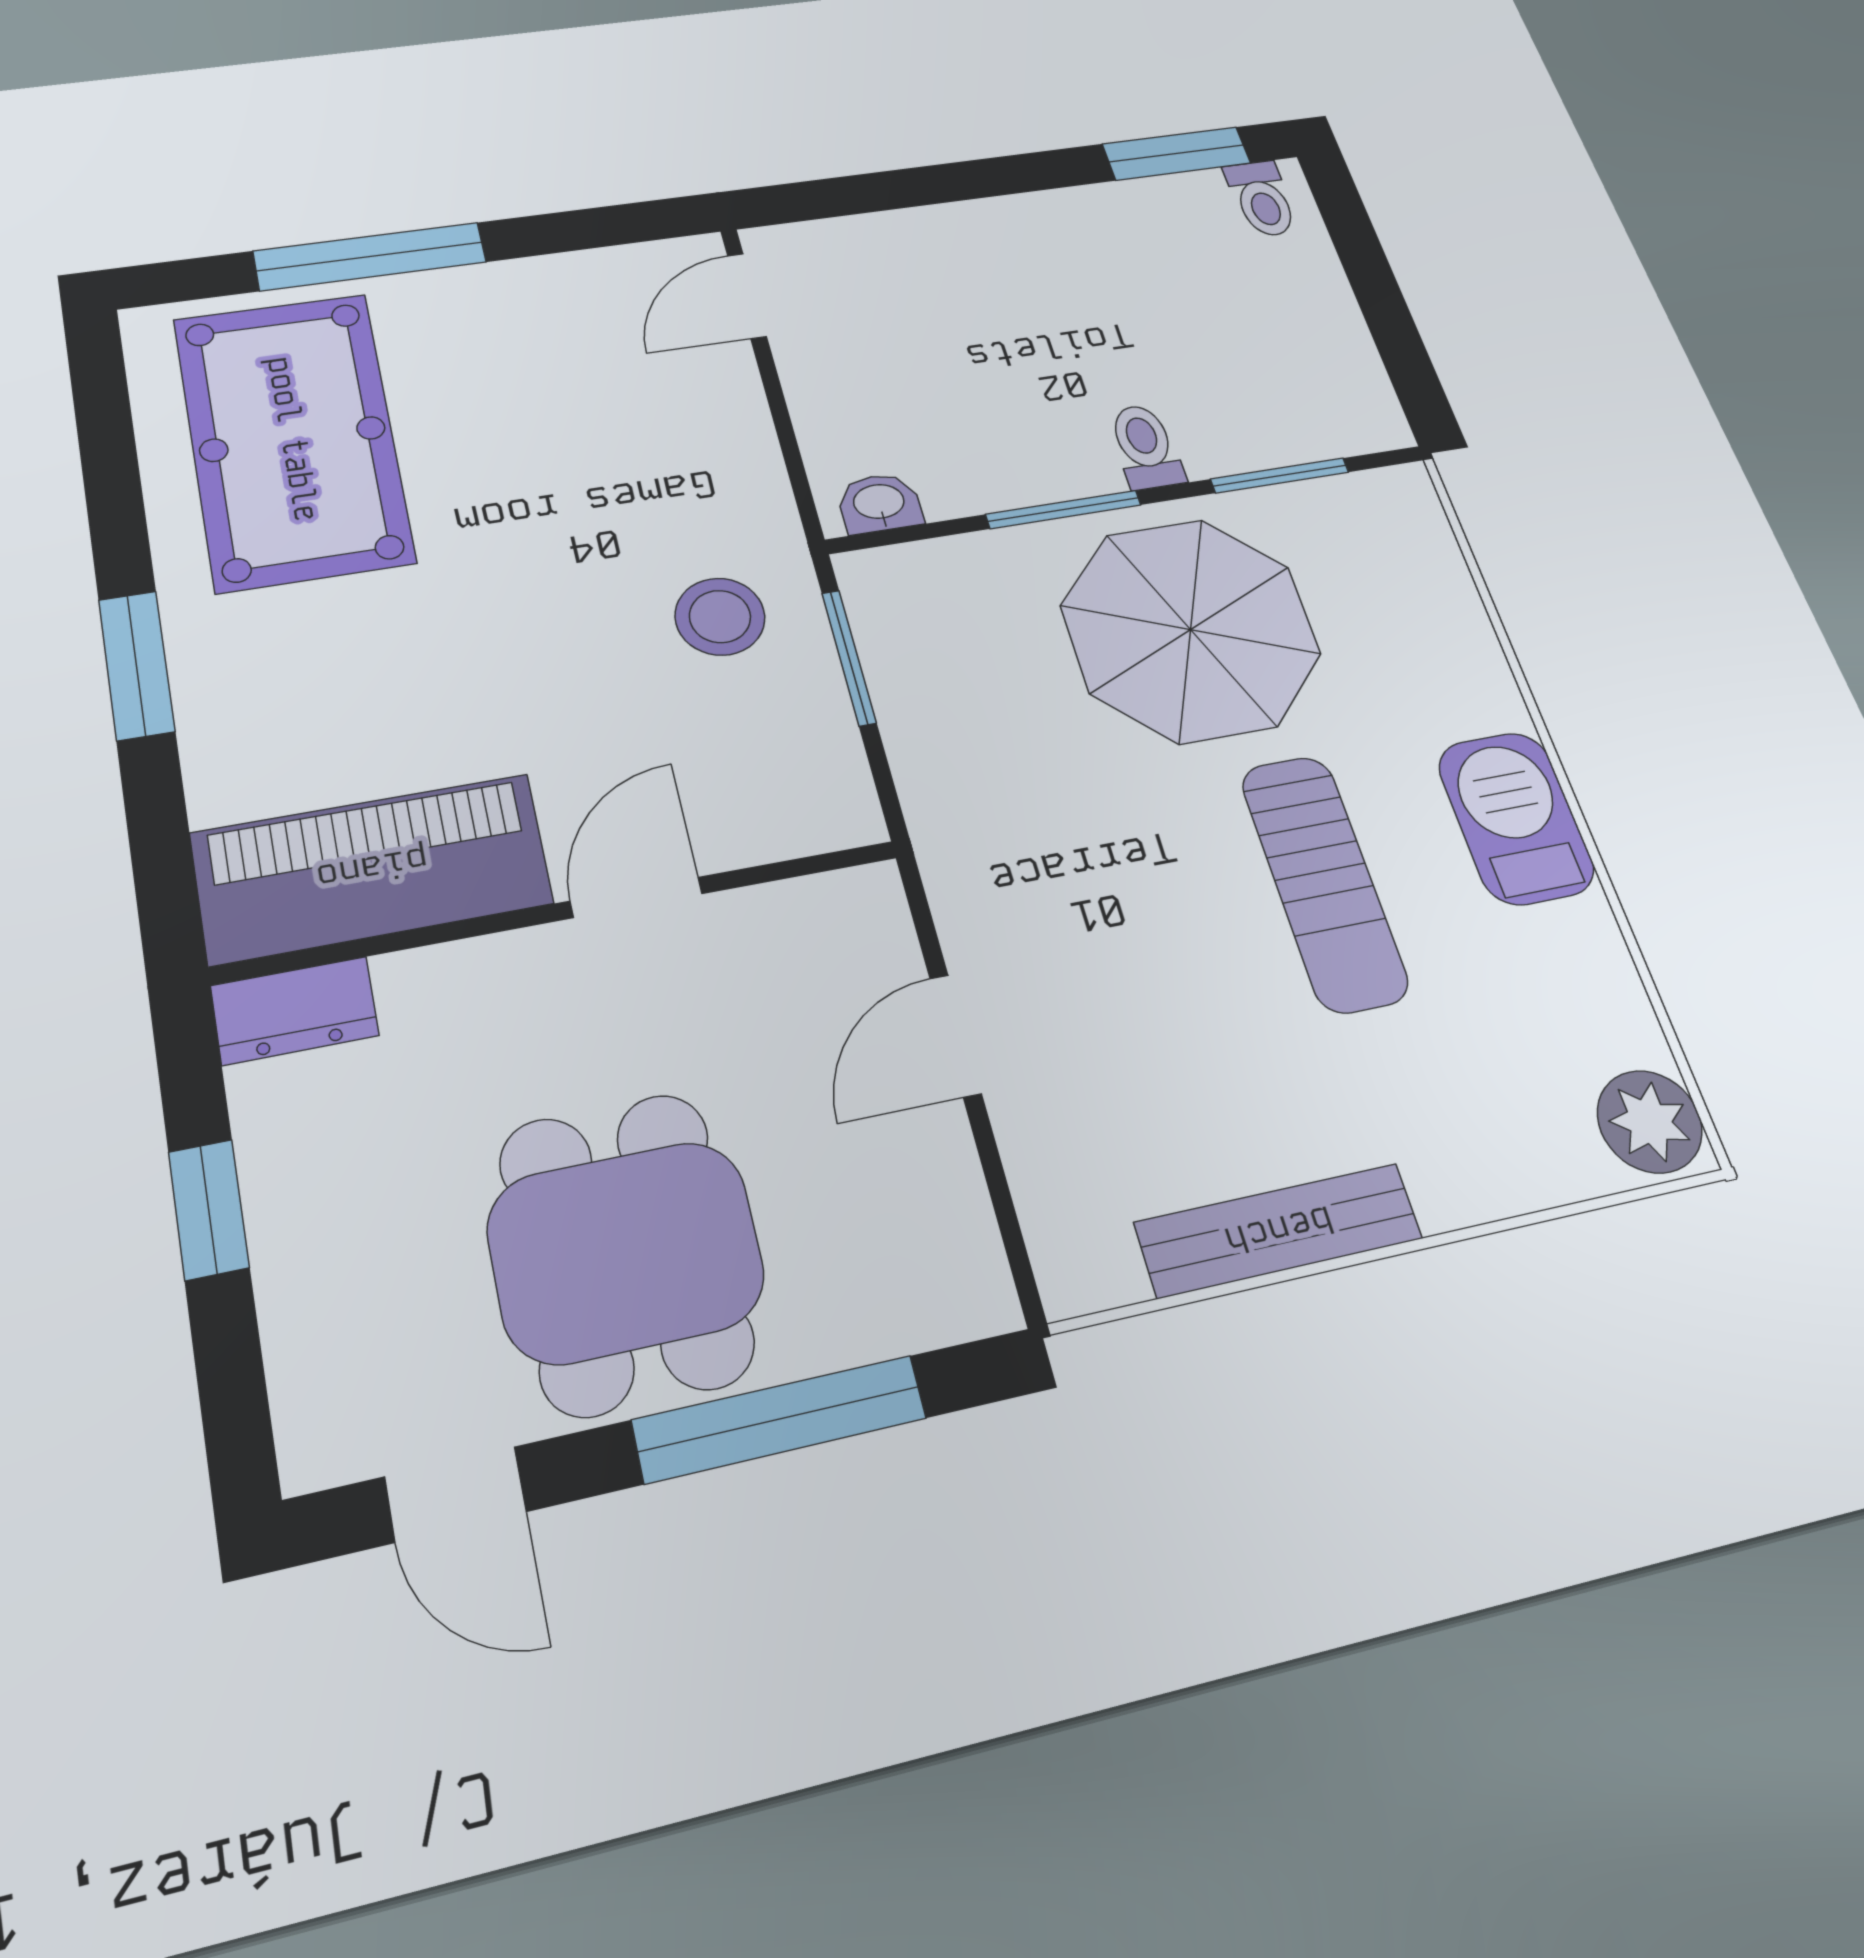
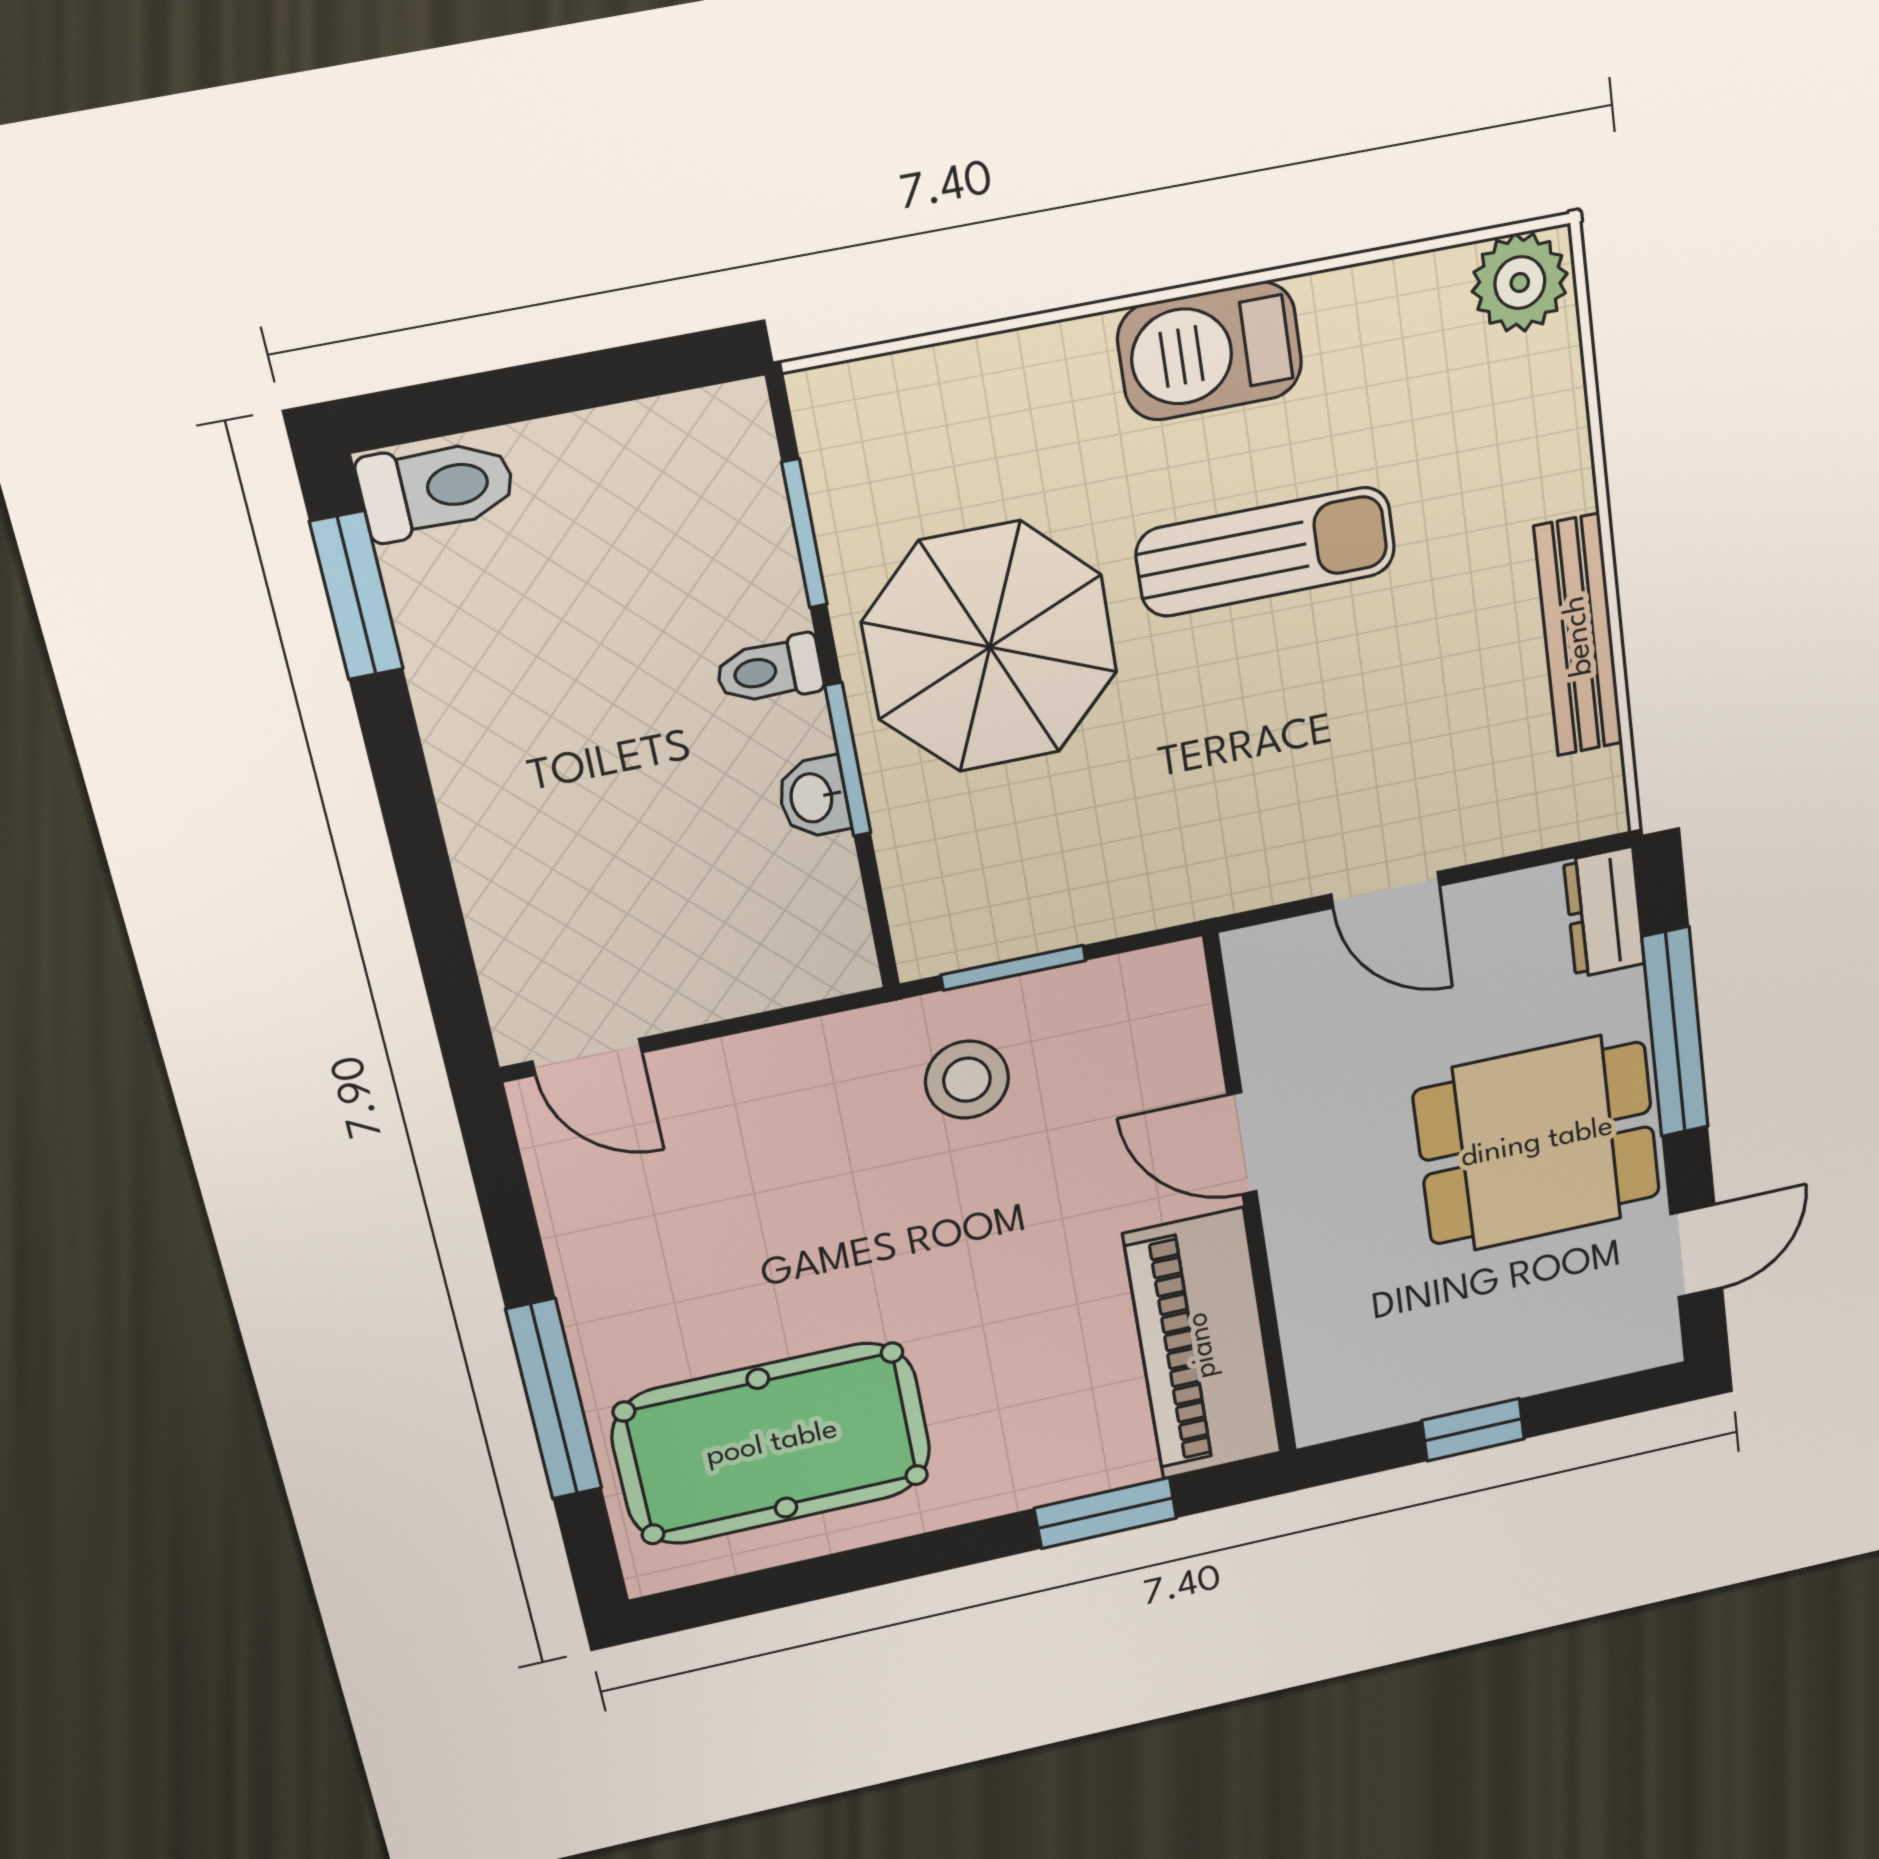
toilet: (1262, 199) -> (437, 488), width x1.37, depth x1.39
washbasin: (879, 503) -> (813, 797), moved
window: (137, 665) -> (1106, 1513), moved
dresser: (295, 1011) -> (1604, 912), moved, turned 180

